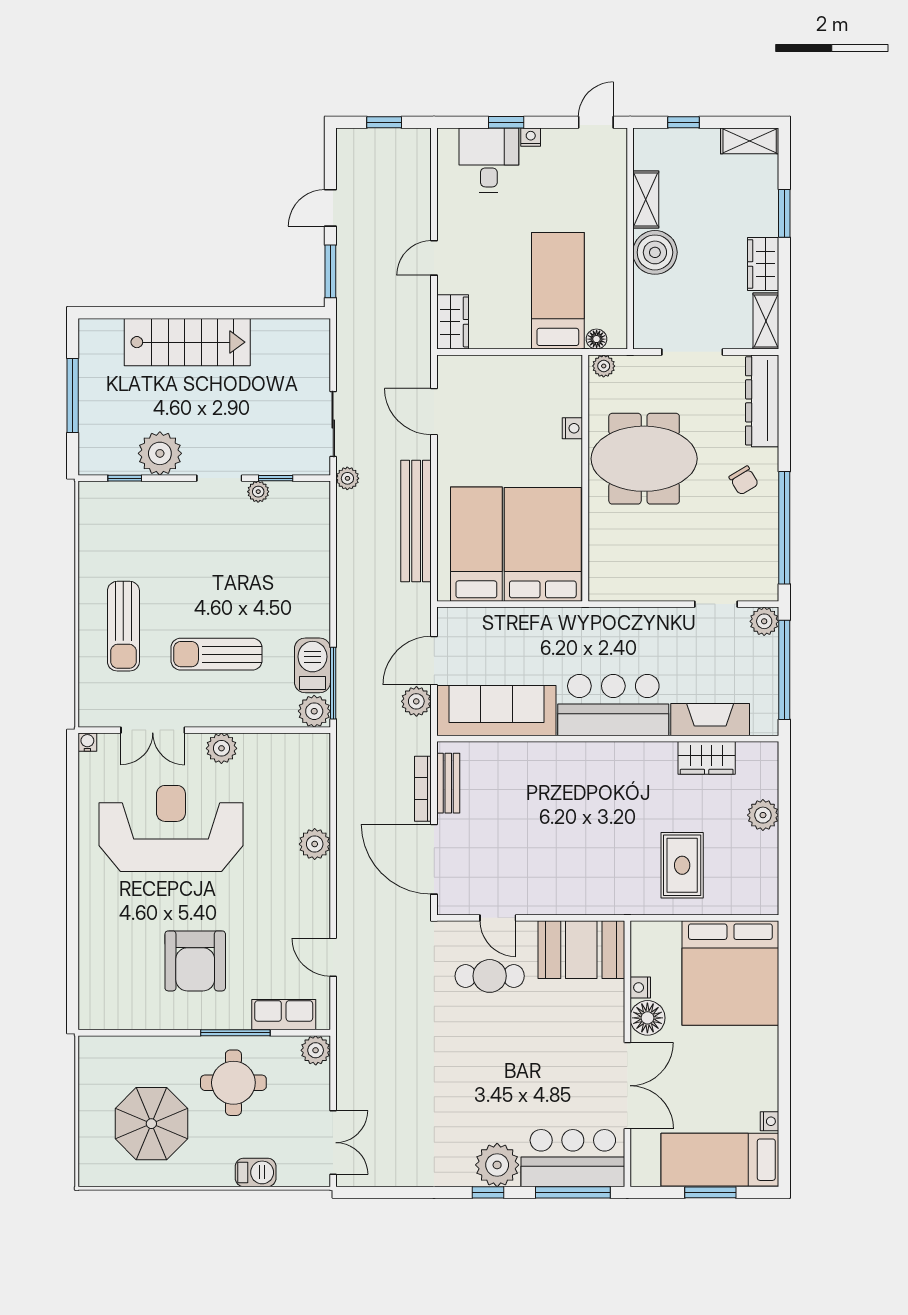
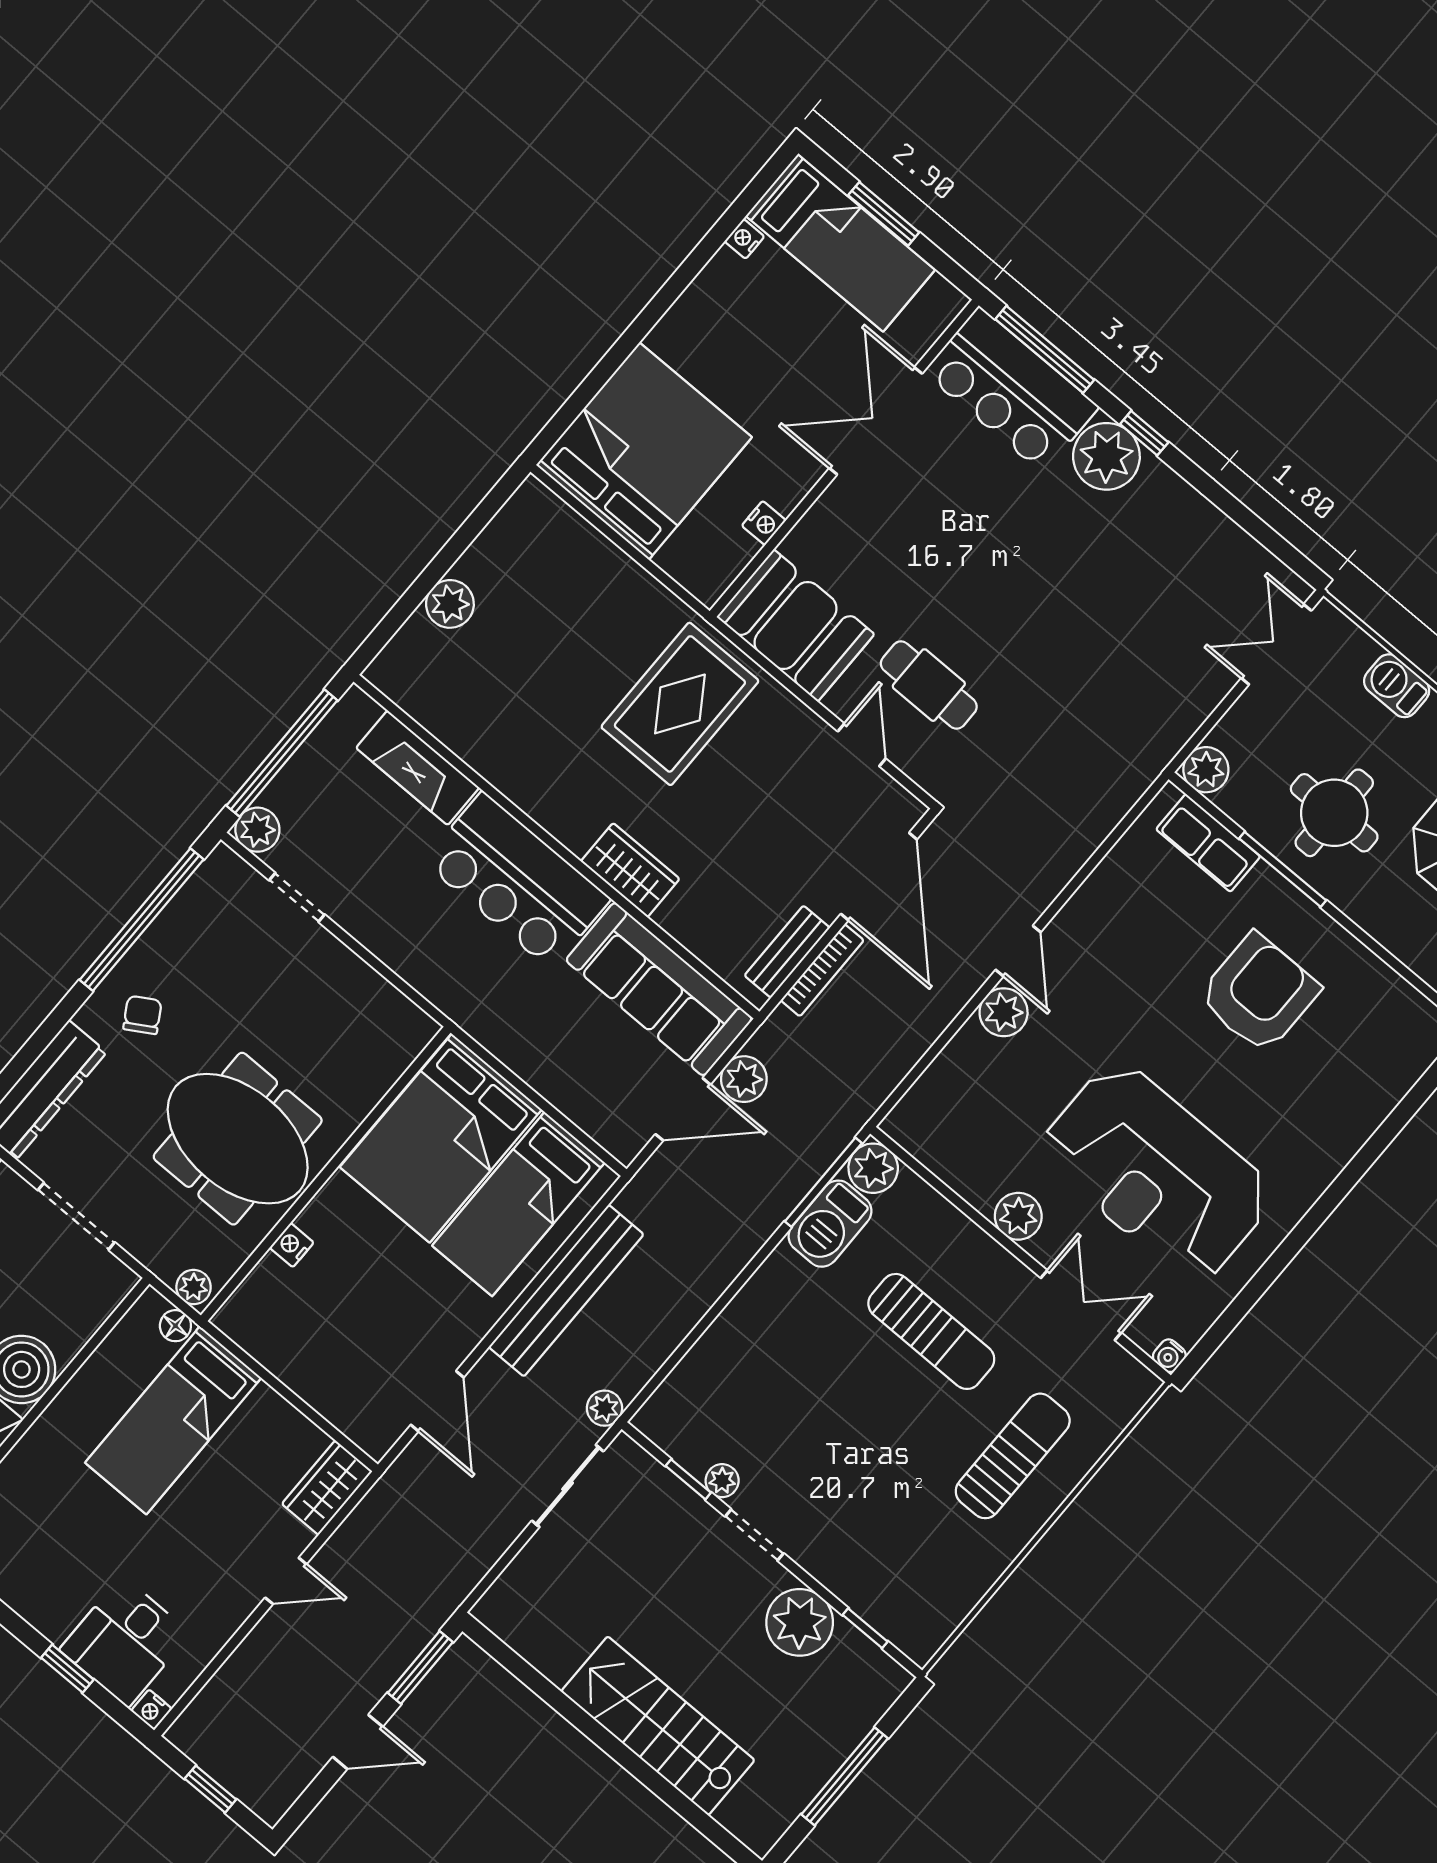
nightstand: (531, 137) -> (151, 1710), moved
wardrobe: (707, 758) -> (630, 870), moved
rug: (682, 865) -> (680, 704), moved, width x1.36, depth x1.43
door: (333, 957) -> (1018, 951), moved
floor lamp: (647, 1018) -> (785, 480), removed

